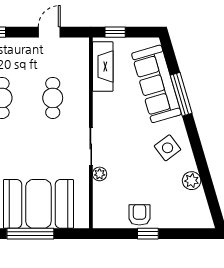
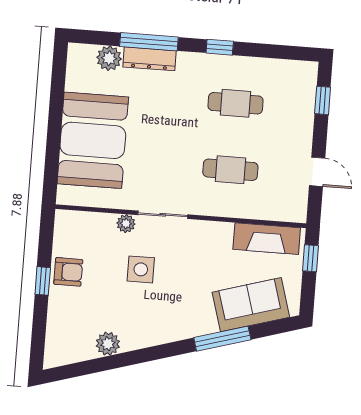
sofa: (156, 84) -> (251, 305), width x0.73
side table: (168, 148) -> (141, 269), moved, turned 37
window: (30, 234) -> (55, 127), removed

